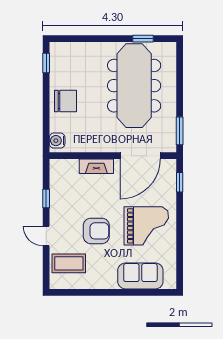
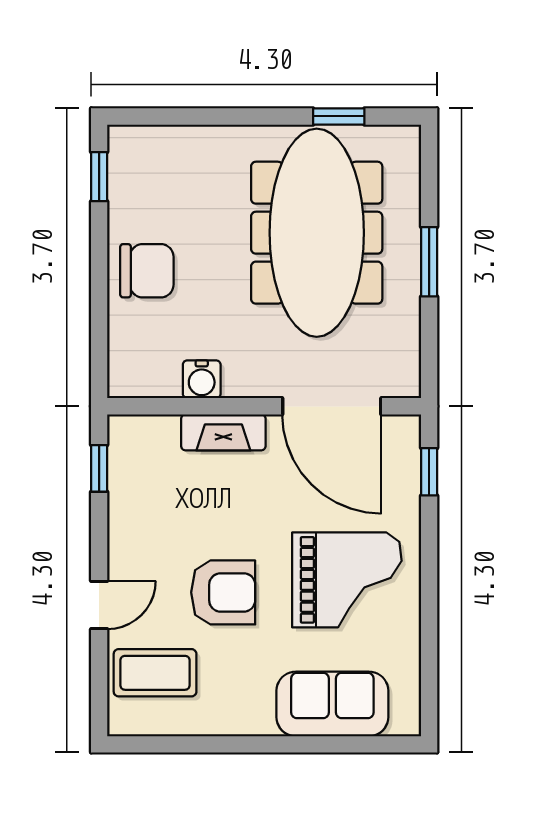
window: (180, 131) -> (429, 262), moved
water cooler: (57, 141) -> (202, 379), moved, turned -90
door: (140, 156) -> (332, 406), hinge flipped
window: (46, 198) -> (99, 468), moved
door: (46, 236) -> (99, 605), swing flipped

